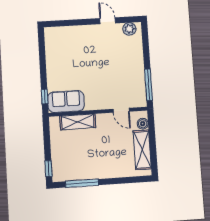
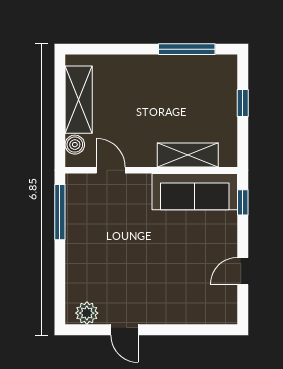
door: (42, 58) -> (243, 271), added
sofa: (66, 101) -> (195, 192), width x1.36
window: (48, 169) -> (243, 103), moved

